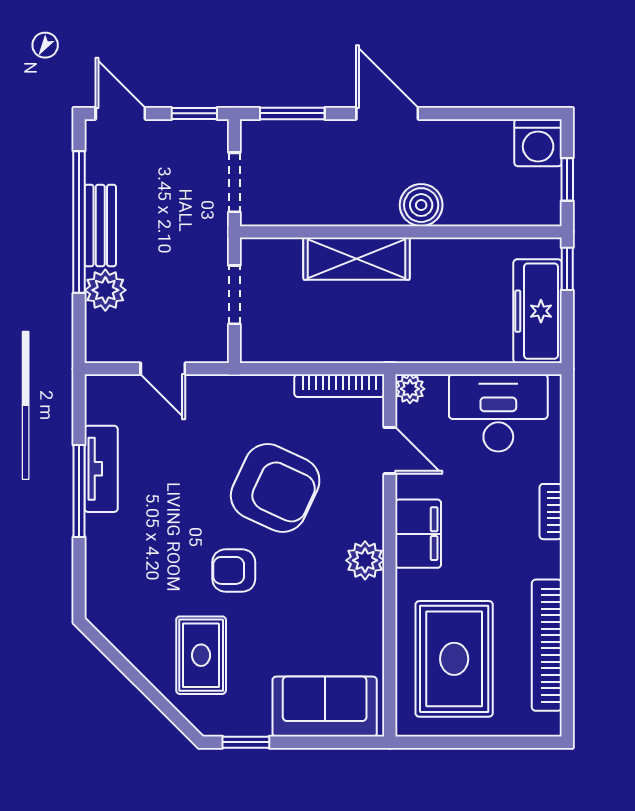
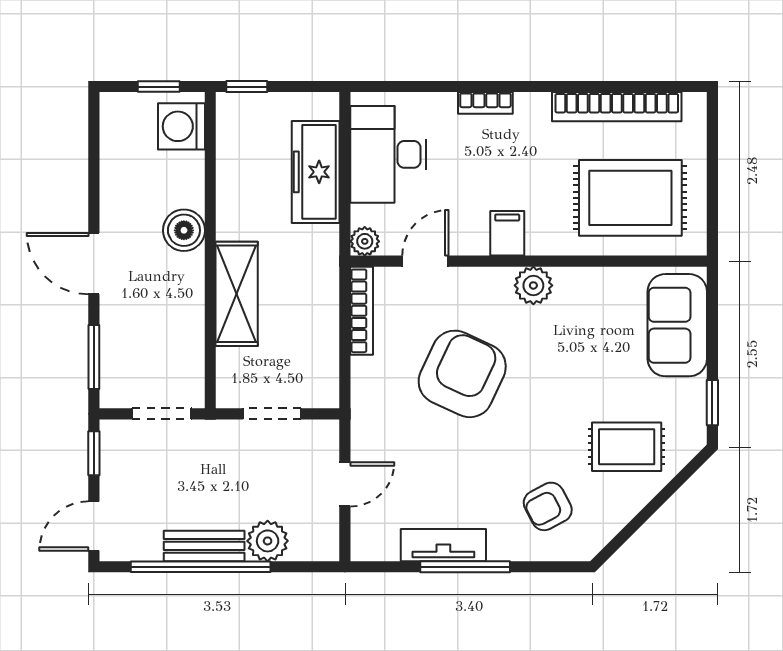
door: (387, 113) -> (94, 264), hinge flipped
washing machine: (538, 143) -> (182, 126), moved, turned 180
freezer: (538, 311) -> (316, 172), moved, turned 90
filing cabinet: (418, 534) -> (507, 233), width x0.50
armchair: (234, 570) -> (548, 506), moved, turned 62

